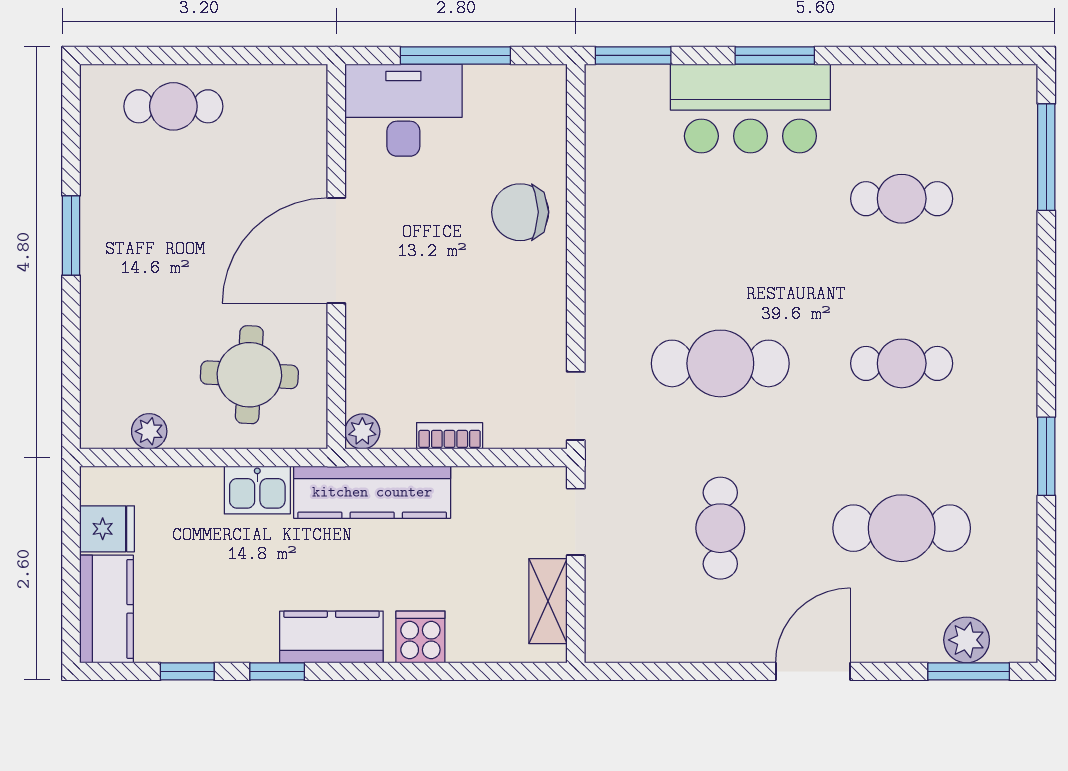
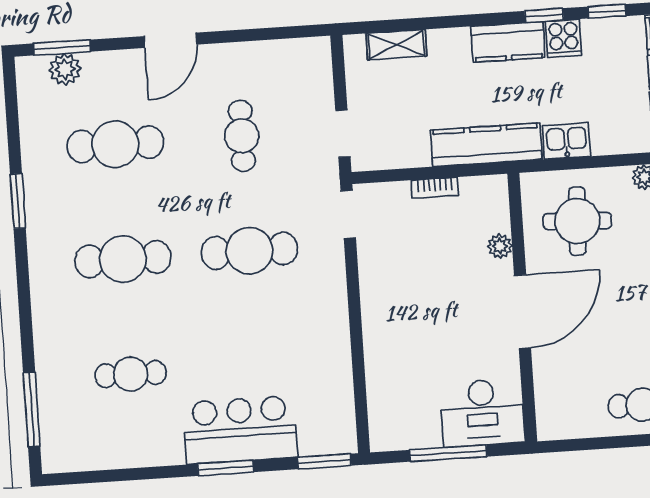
chair: (520, 212) -> (396, 347), removed
cafe table: (902, 363) -> (123, 259), width x1.37, depth x1.35
plant: (362, 431) -> (500, 246), moved
shelving: (548, 601) -> (396, 45), moved, turned 90
cooker: (420, 637) -> (564, 38), moved

